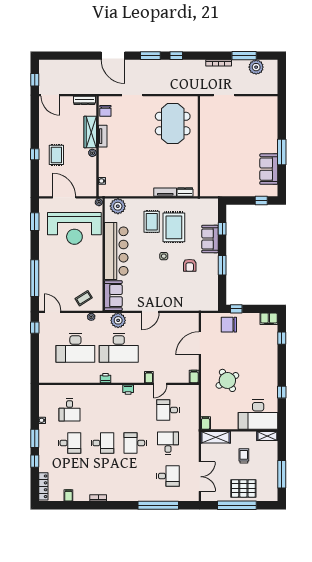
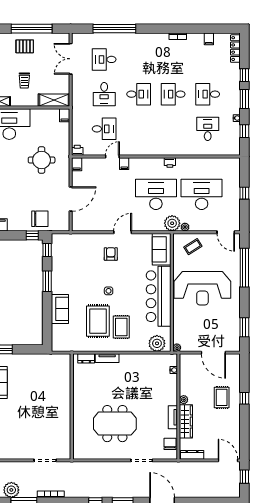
meeting table: (173, 124) -> (115, 424), moved, turned 90
reception desk: (74, 228) -> (202, 288), moved, turned 180
window: (222, 229) -> (47, 250), moved
armchair: (190, 265) -> (111, 254), moved
plant: (118, 320) -> (172, 223), moved
window: (35, 328) -> (244, 193), moved
round table: (227, 380) -> (42, 160), turned 31
printer: (128, 390) -> (77, 150), moved
window: (35, 408) -> (244, 131), added
pallet: (243, 488) -> (25, 46), width x0.67, depth x0.71

